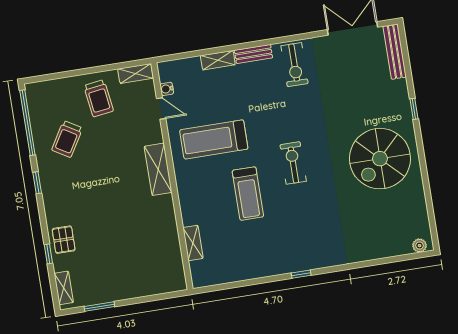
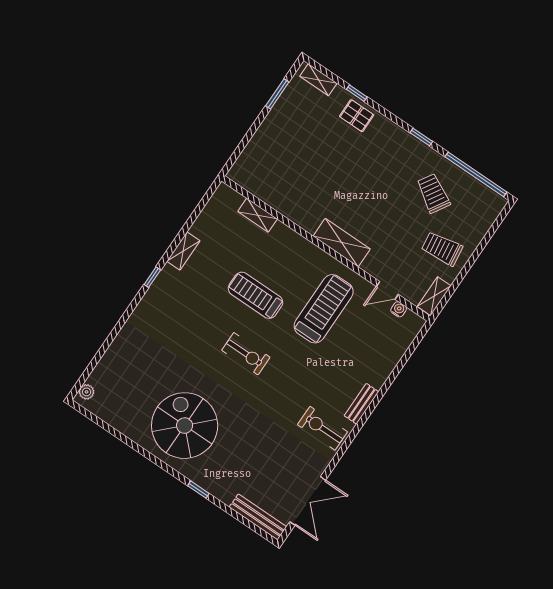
shelving: (218, 60) -> (183, 251), moved

